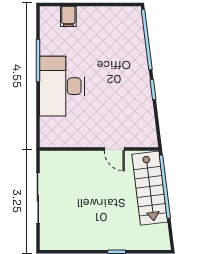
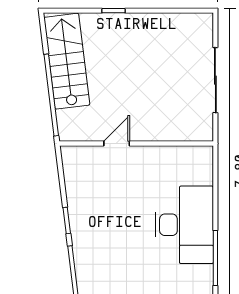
door: (114, 149) -> (117, 144), hinge flipped
stairs: (150, 188) -> (67, 61), moved

